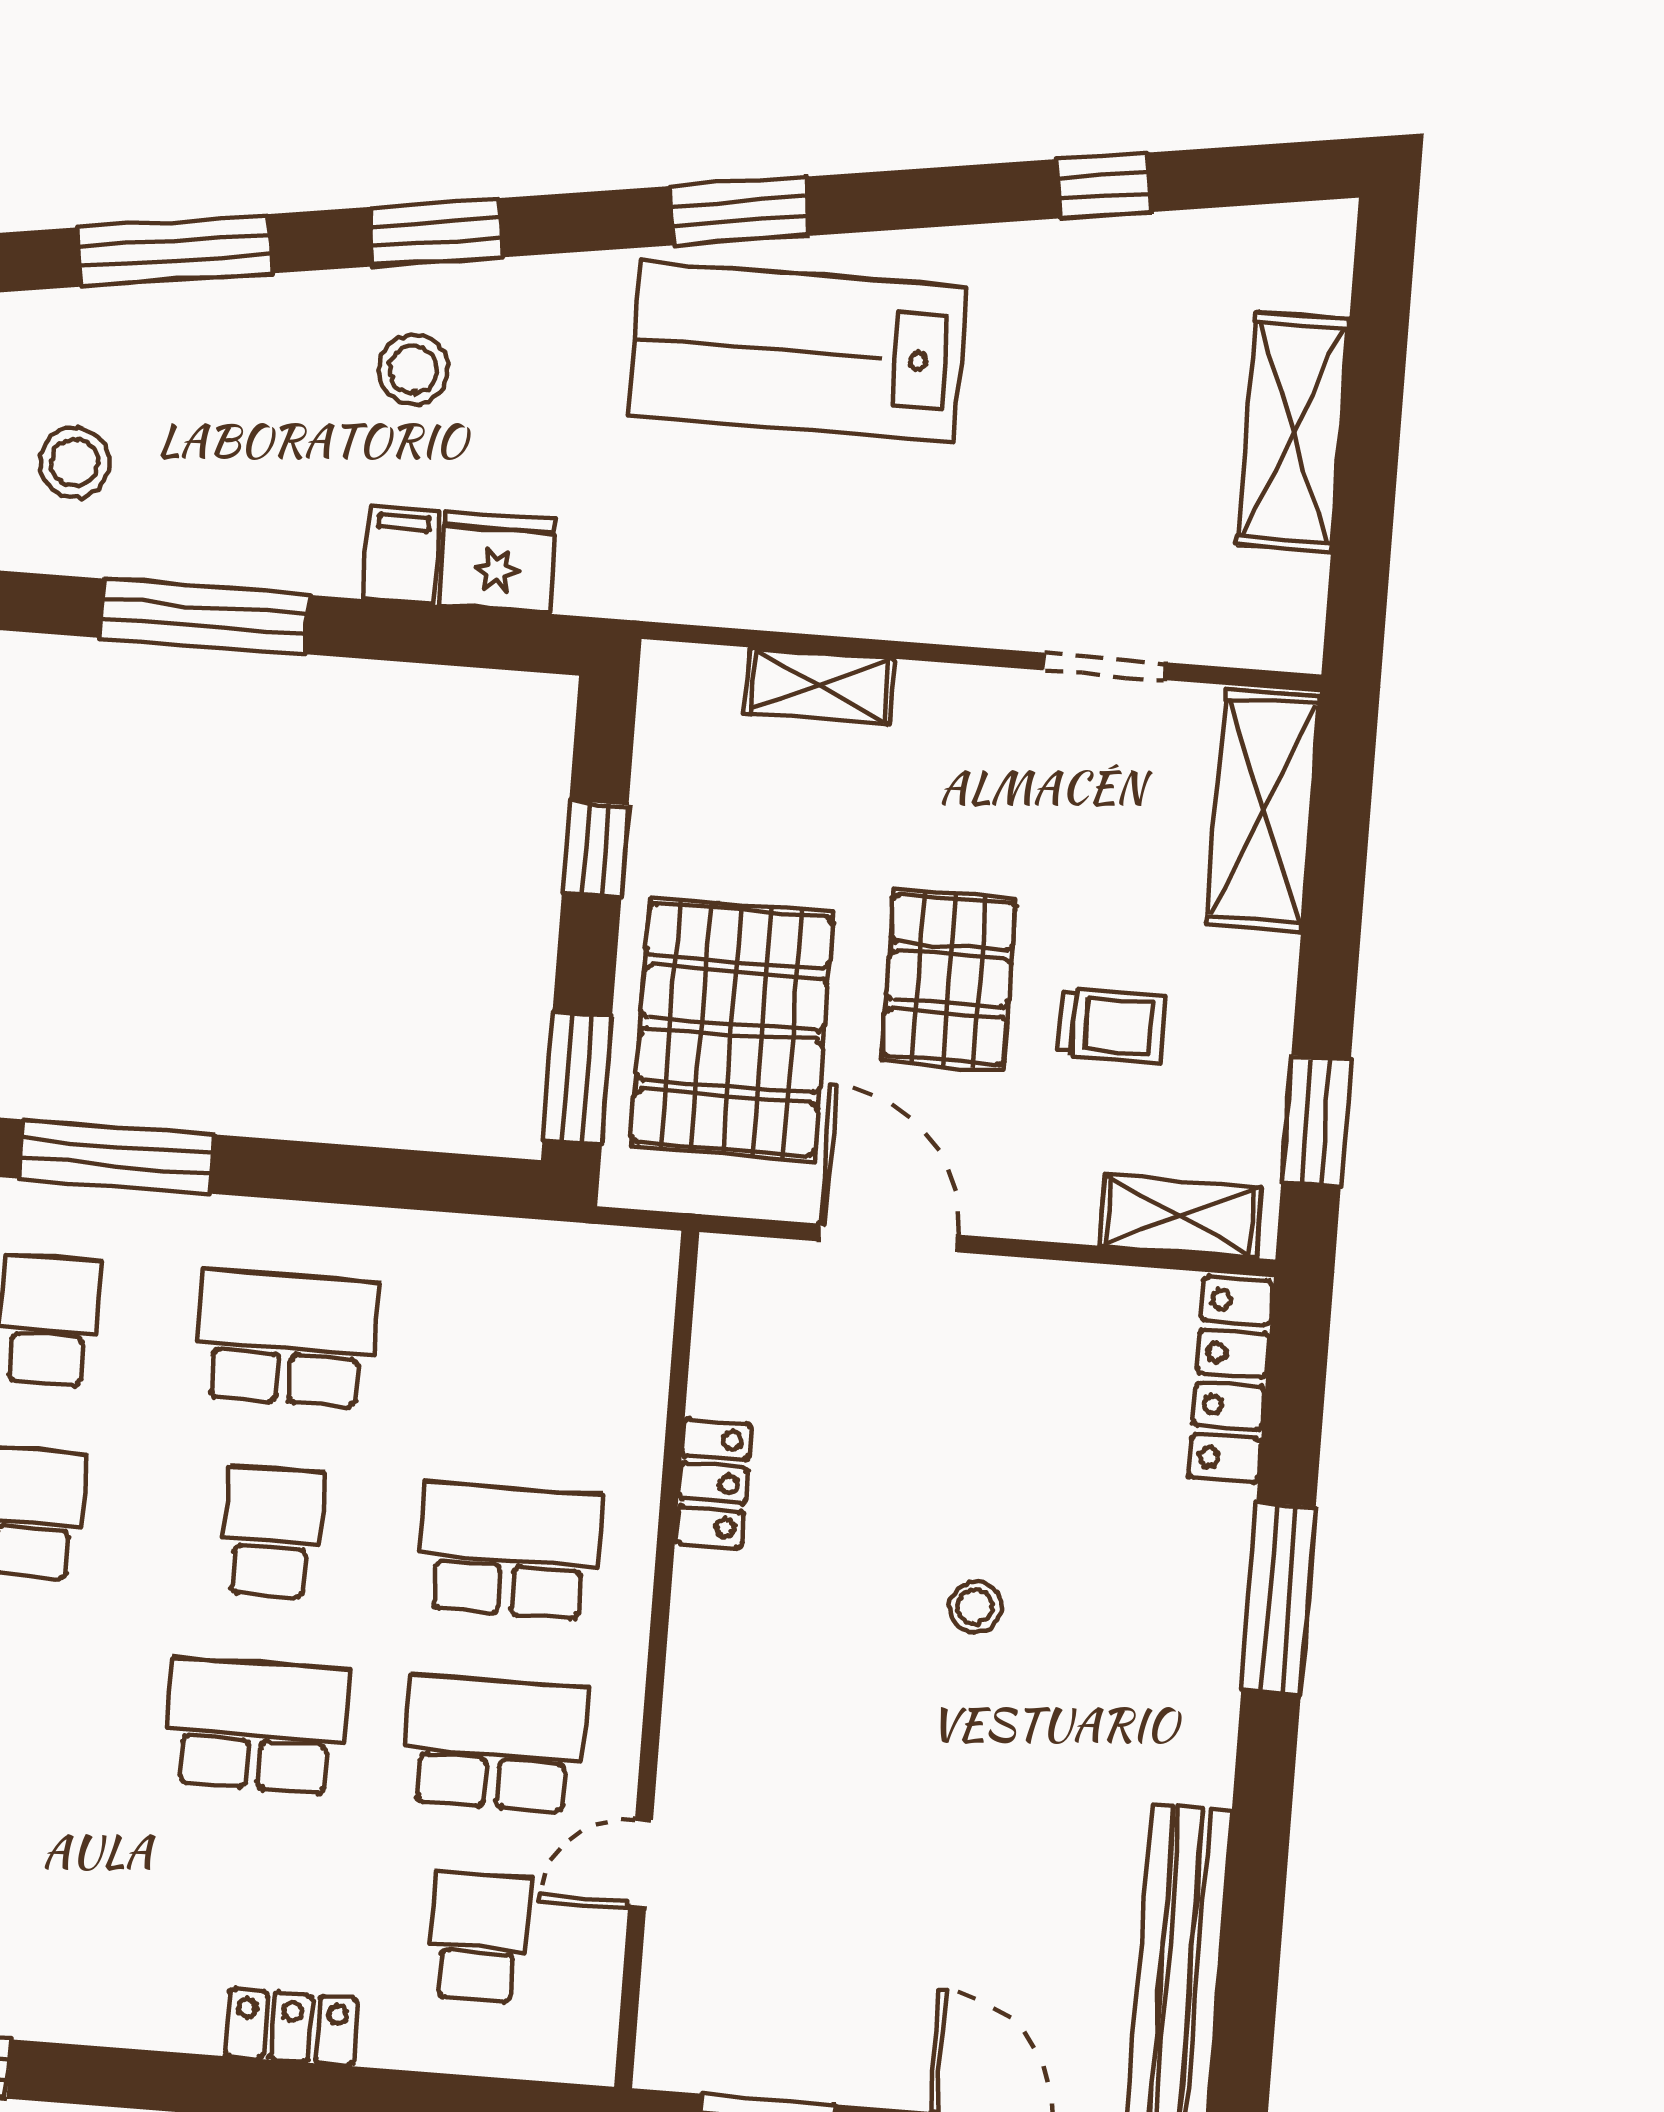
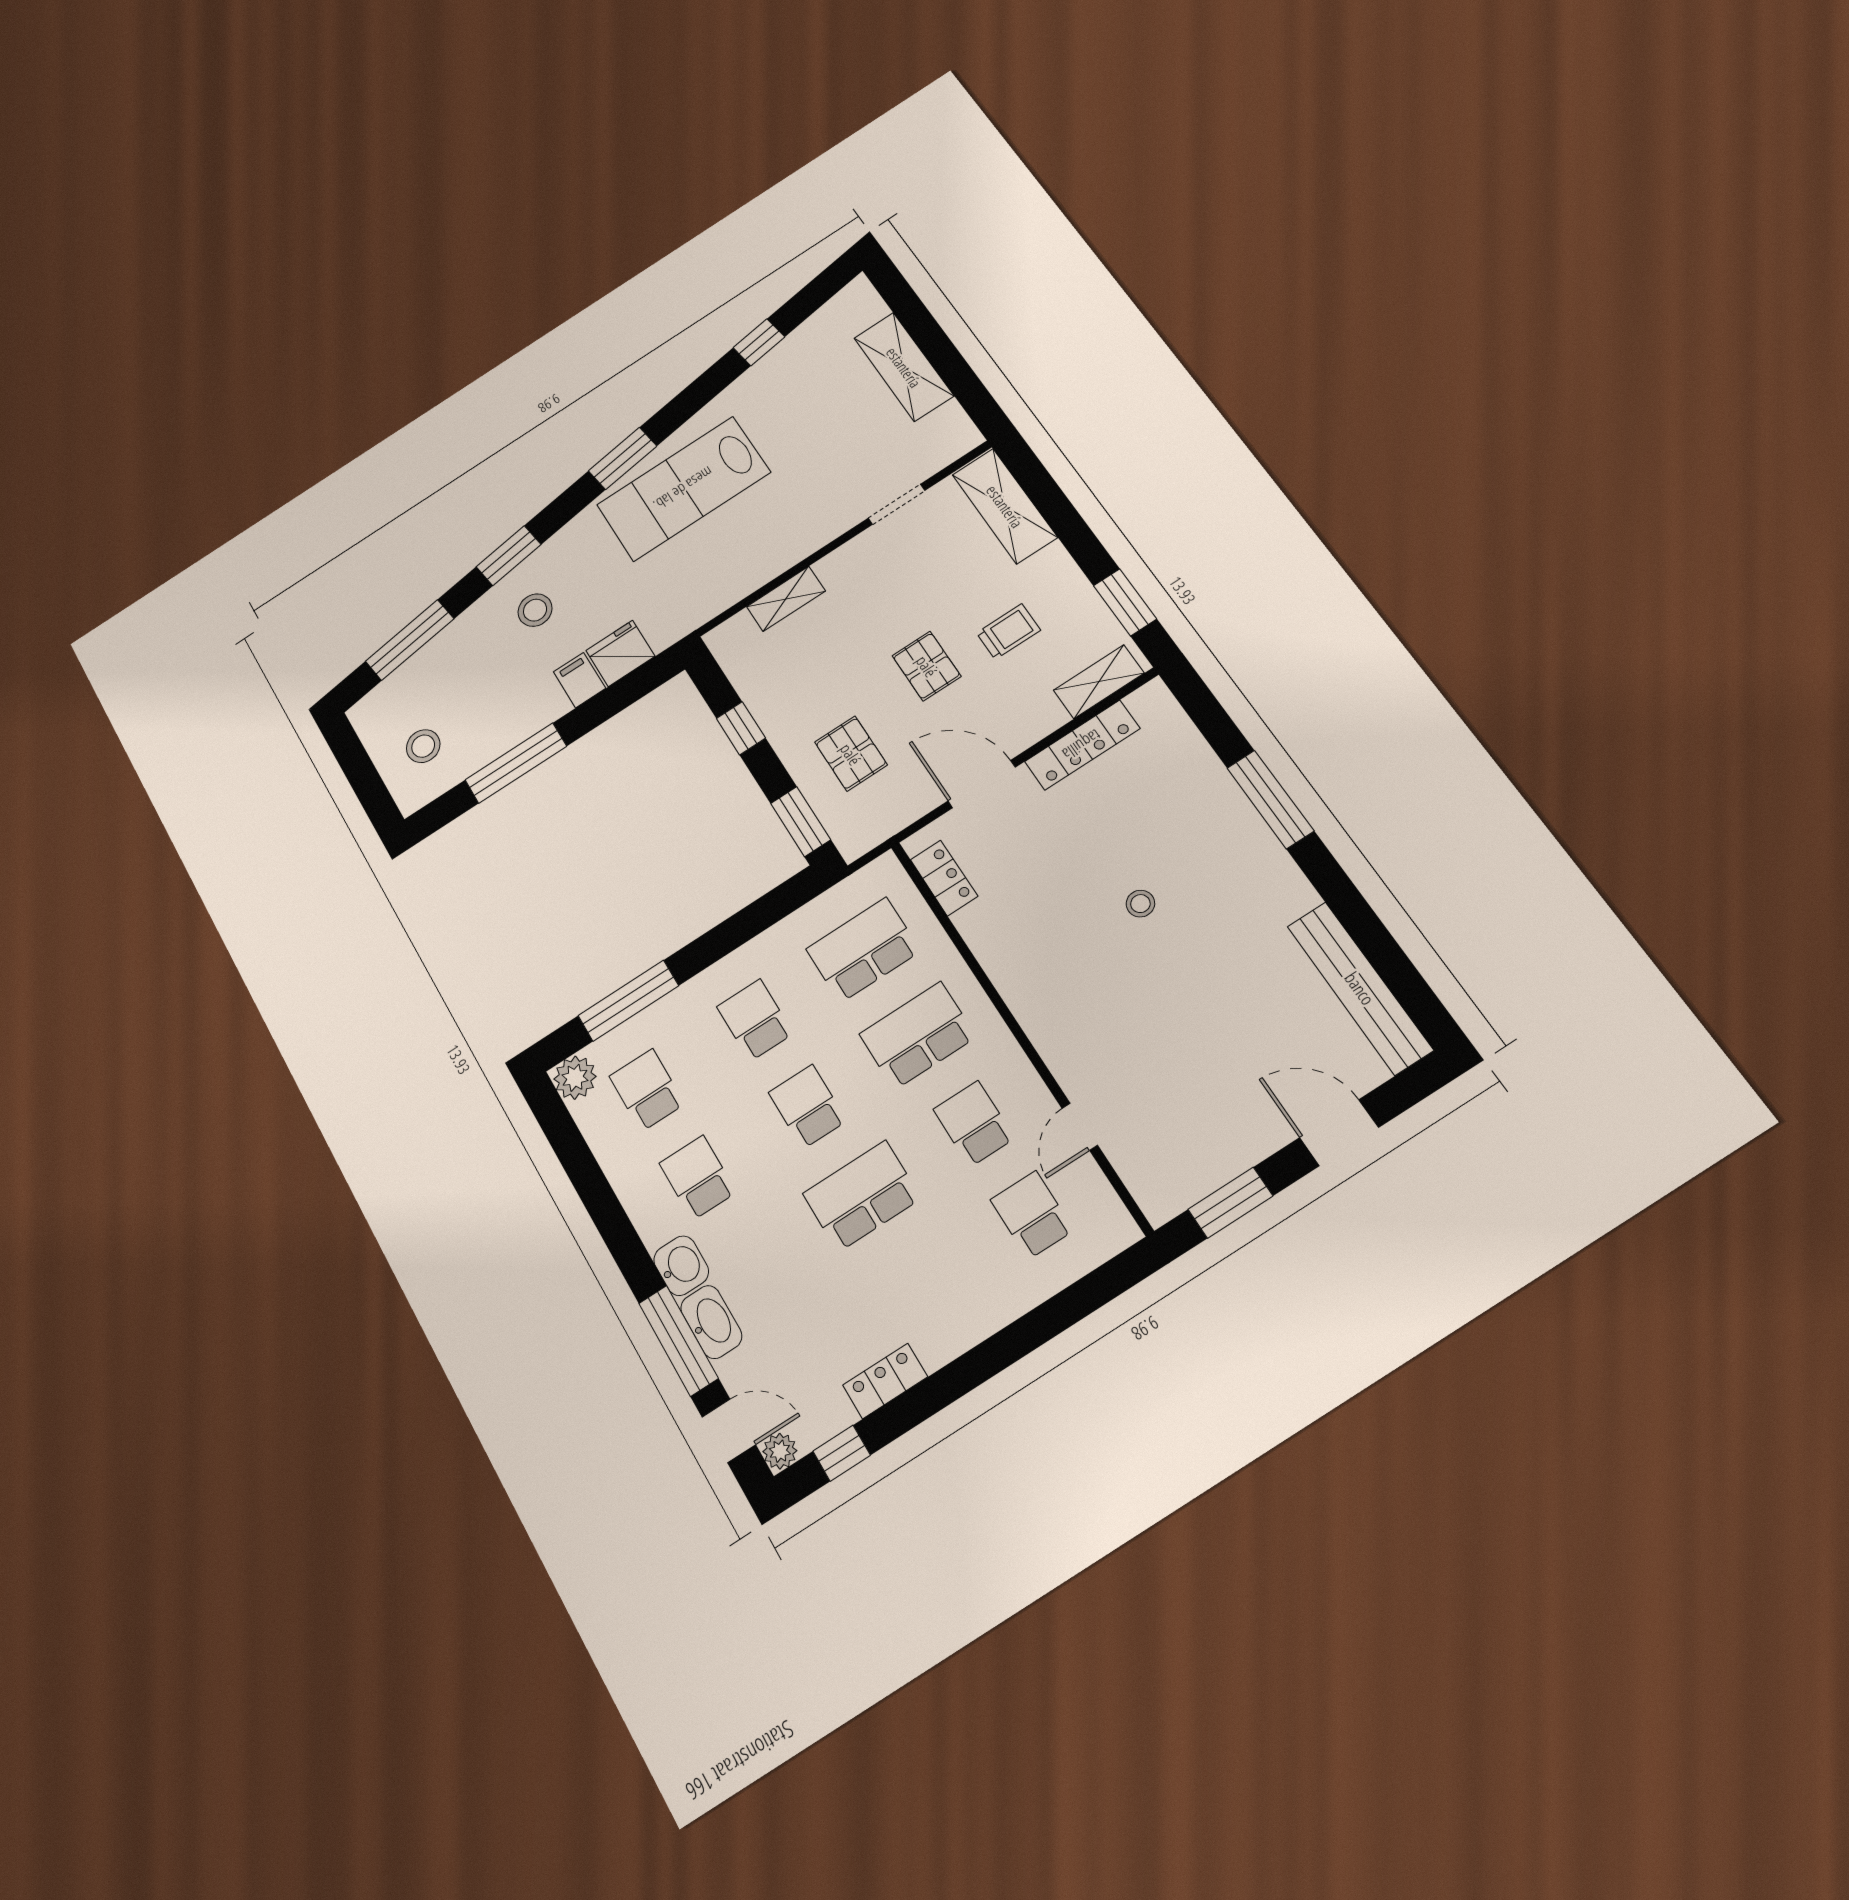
pallet: (949, 979) -> (927, 666), width x0.67, depth x0.71
pallet: (732, 1029) -> (851, 754), width x0.49, depth x0.50
school desk: (287, 1339) -> (755, 1020), width x0.54
school desk: (525, 1358) -> (863, 950), added
locker: (1231, 1380) -> (1082, 745), moved, turned -90
locker: (713, 1483) -> (944, 878), moved
school desk: (494, 1744) -> (974, 1124), width x0.54
locker: (291, 2027) -> (885, 1381), moved

